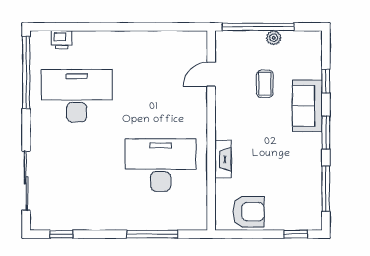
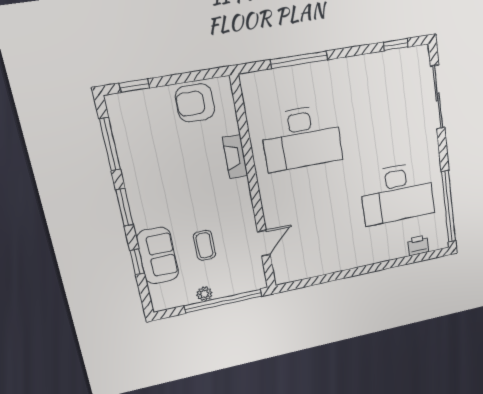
sofa: (307, 106) -> (158, 256), moved

